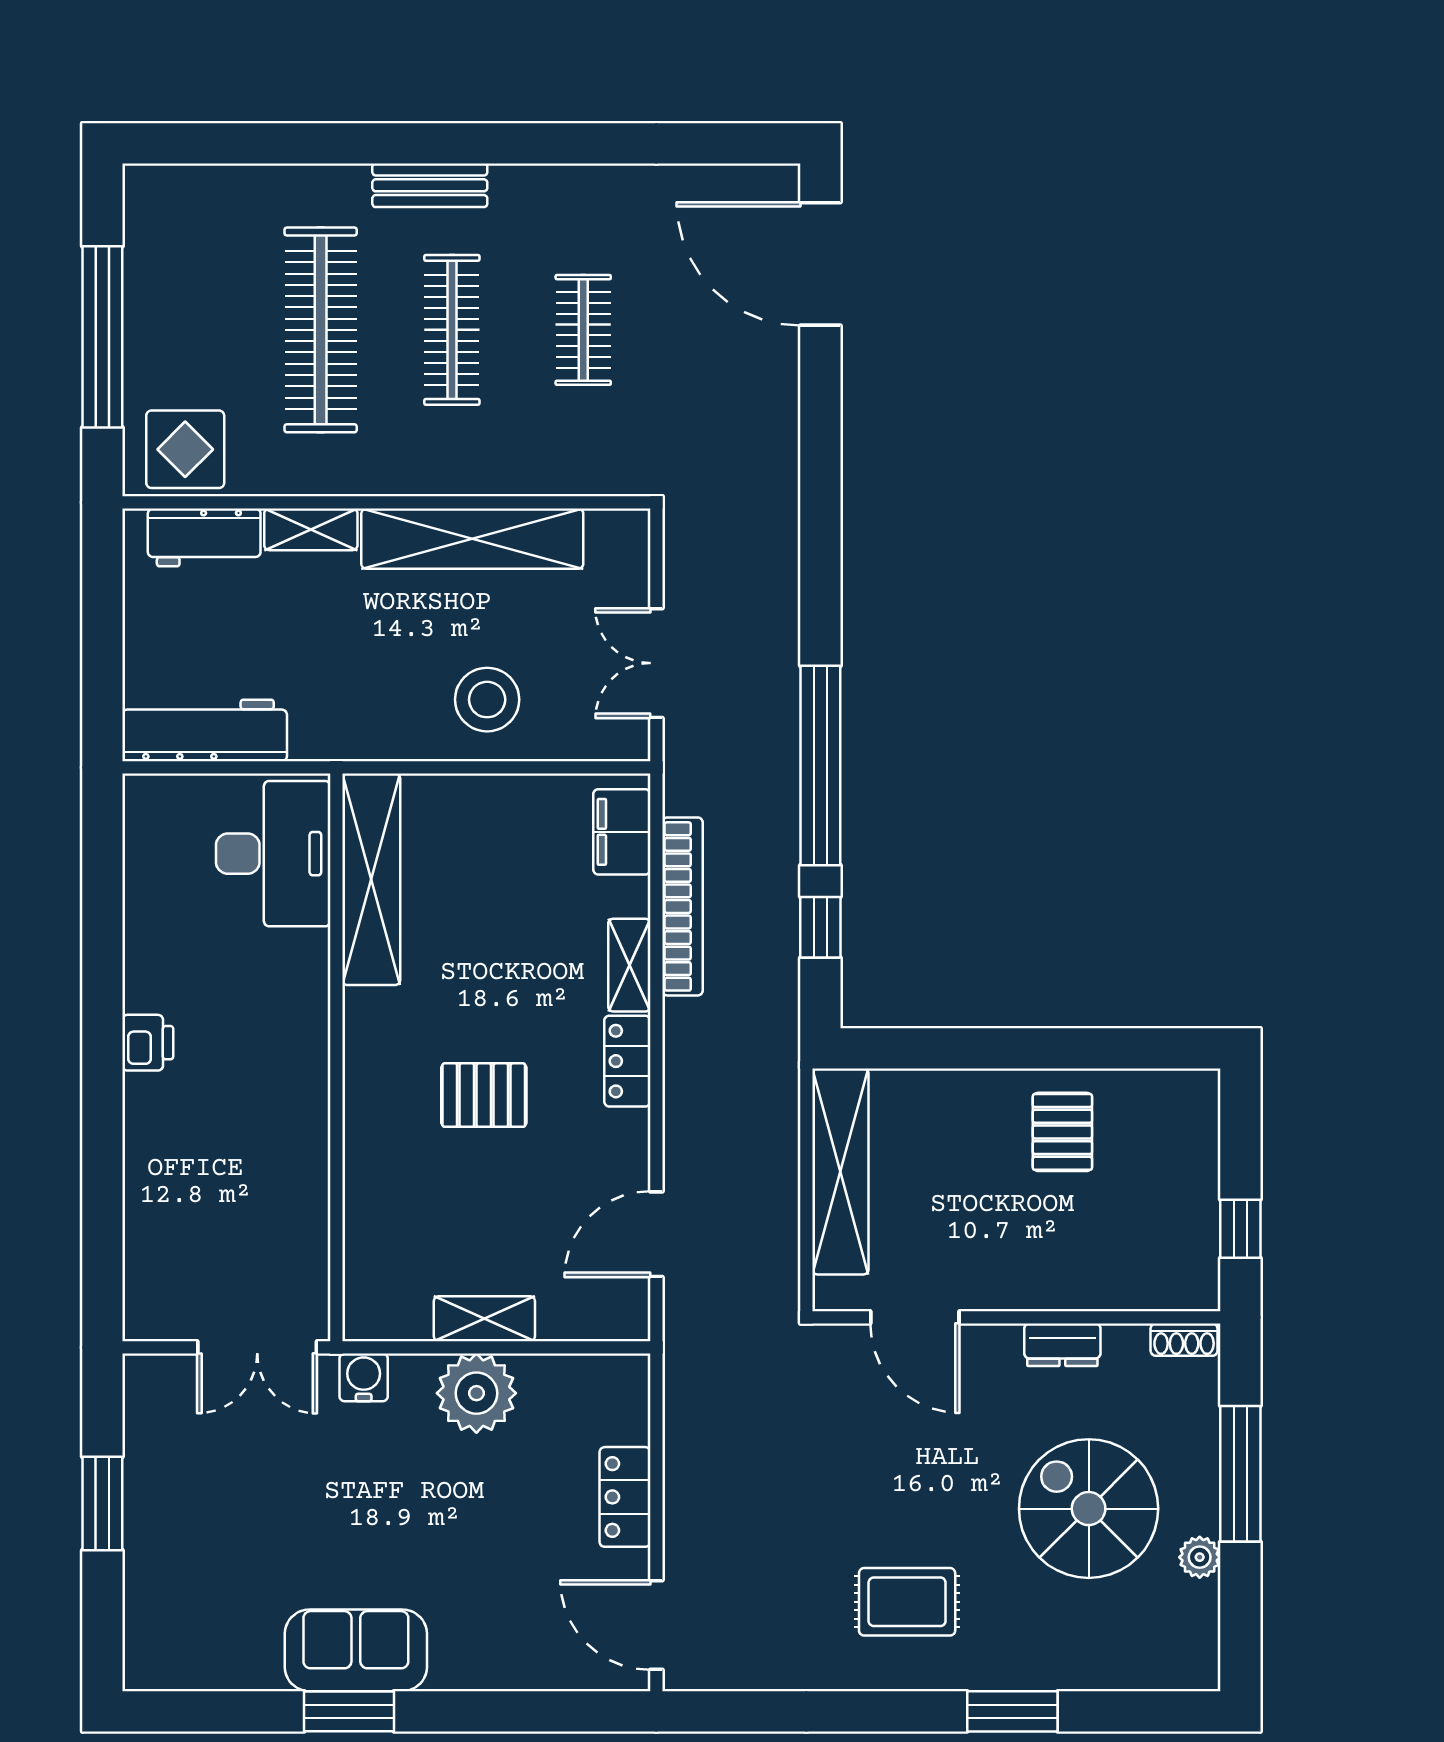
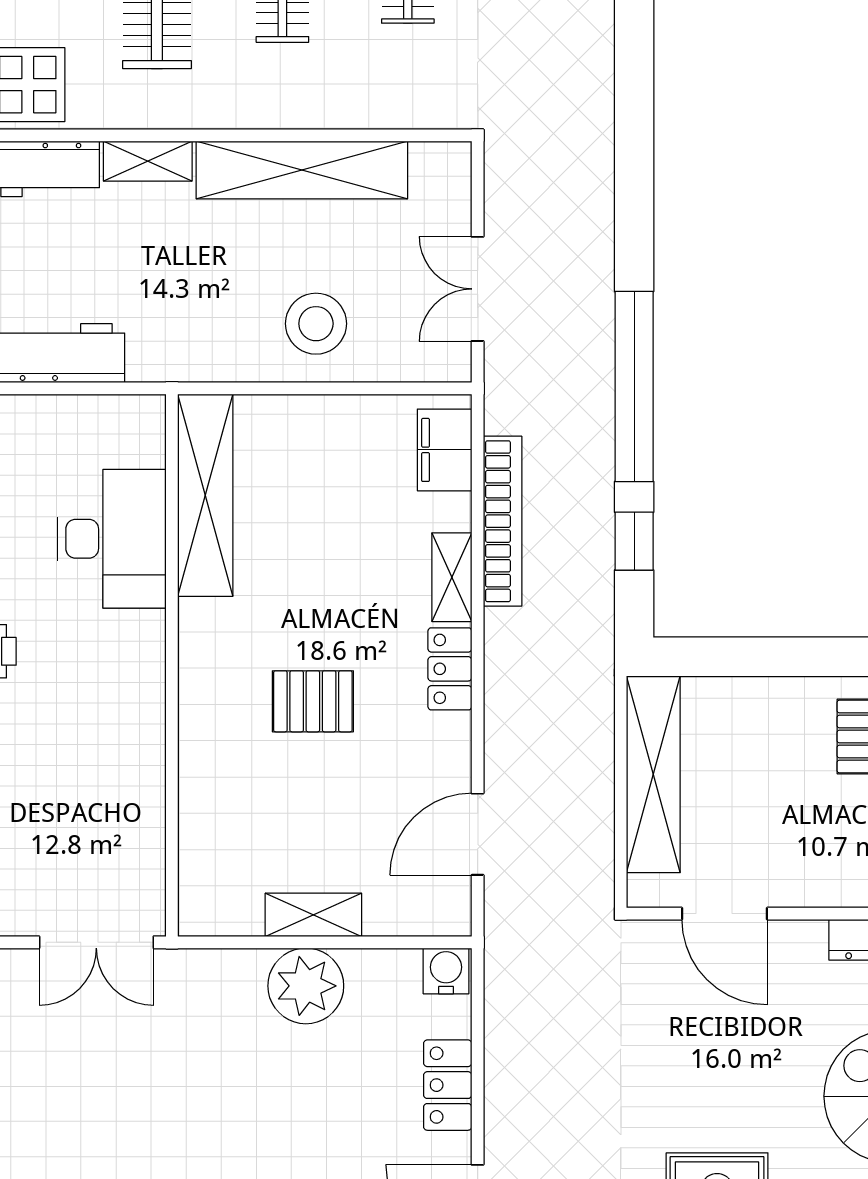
desk: (273, 854) -> (112, 539), moved
water cooler: (364, 1377) -> (446, 971), moved

